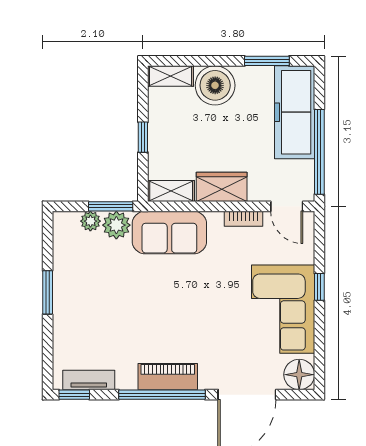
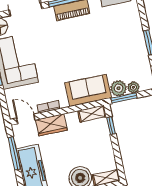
window: (143, 137) -> (111, 126), moved
window: (319, 152) -> (14, 153), width x0.68
wardrobe: (222, 187) -> (51, 125), moved

